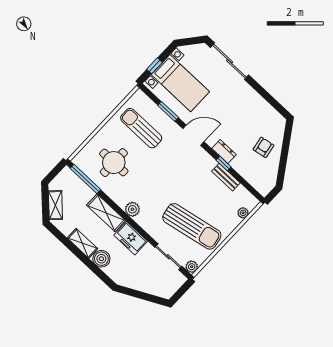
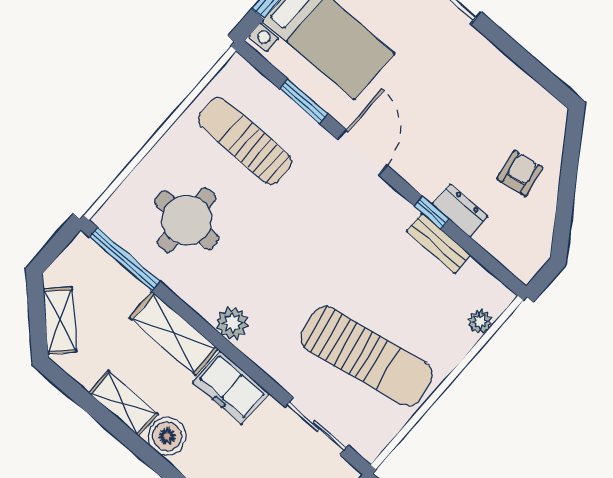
door: (193, 135) -> (362, 152), hinge flipped
dresser: (224, 152) -> (460, 210), moved
plant: (192, 267) -> (370, 446), removed

